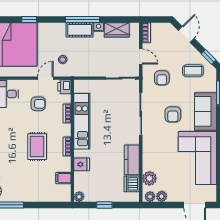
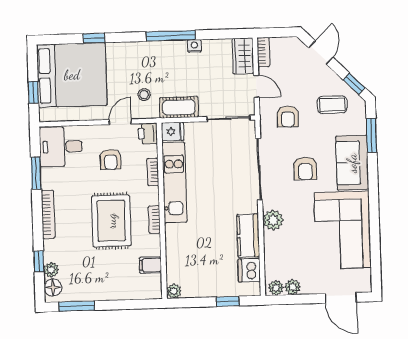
cot: (80, 30) -> (179, 107), moved
wardrobe: (117, 30) -> (243, 56), moved, turned 90
armchair: (38, 104) -> (111, 159), turned 90
rug: (37, 147) -> (111, 221), width x1.36, depth x1.43
fridge: (82, 164) -> (173, 132), moved
plant: (149, 178) -> (273, 220), moved
window: (104, 205) -> (228, 301), moved

